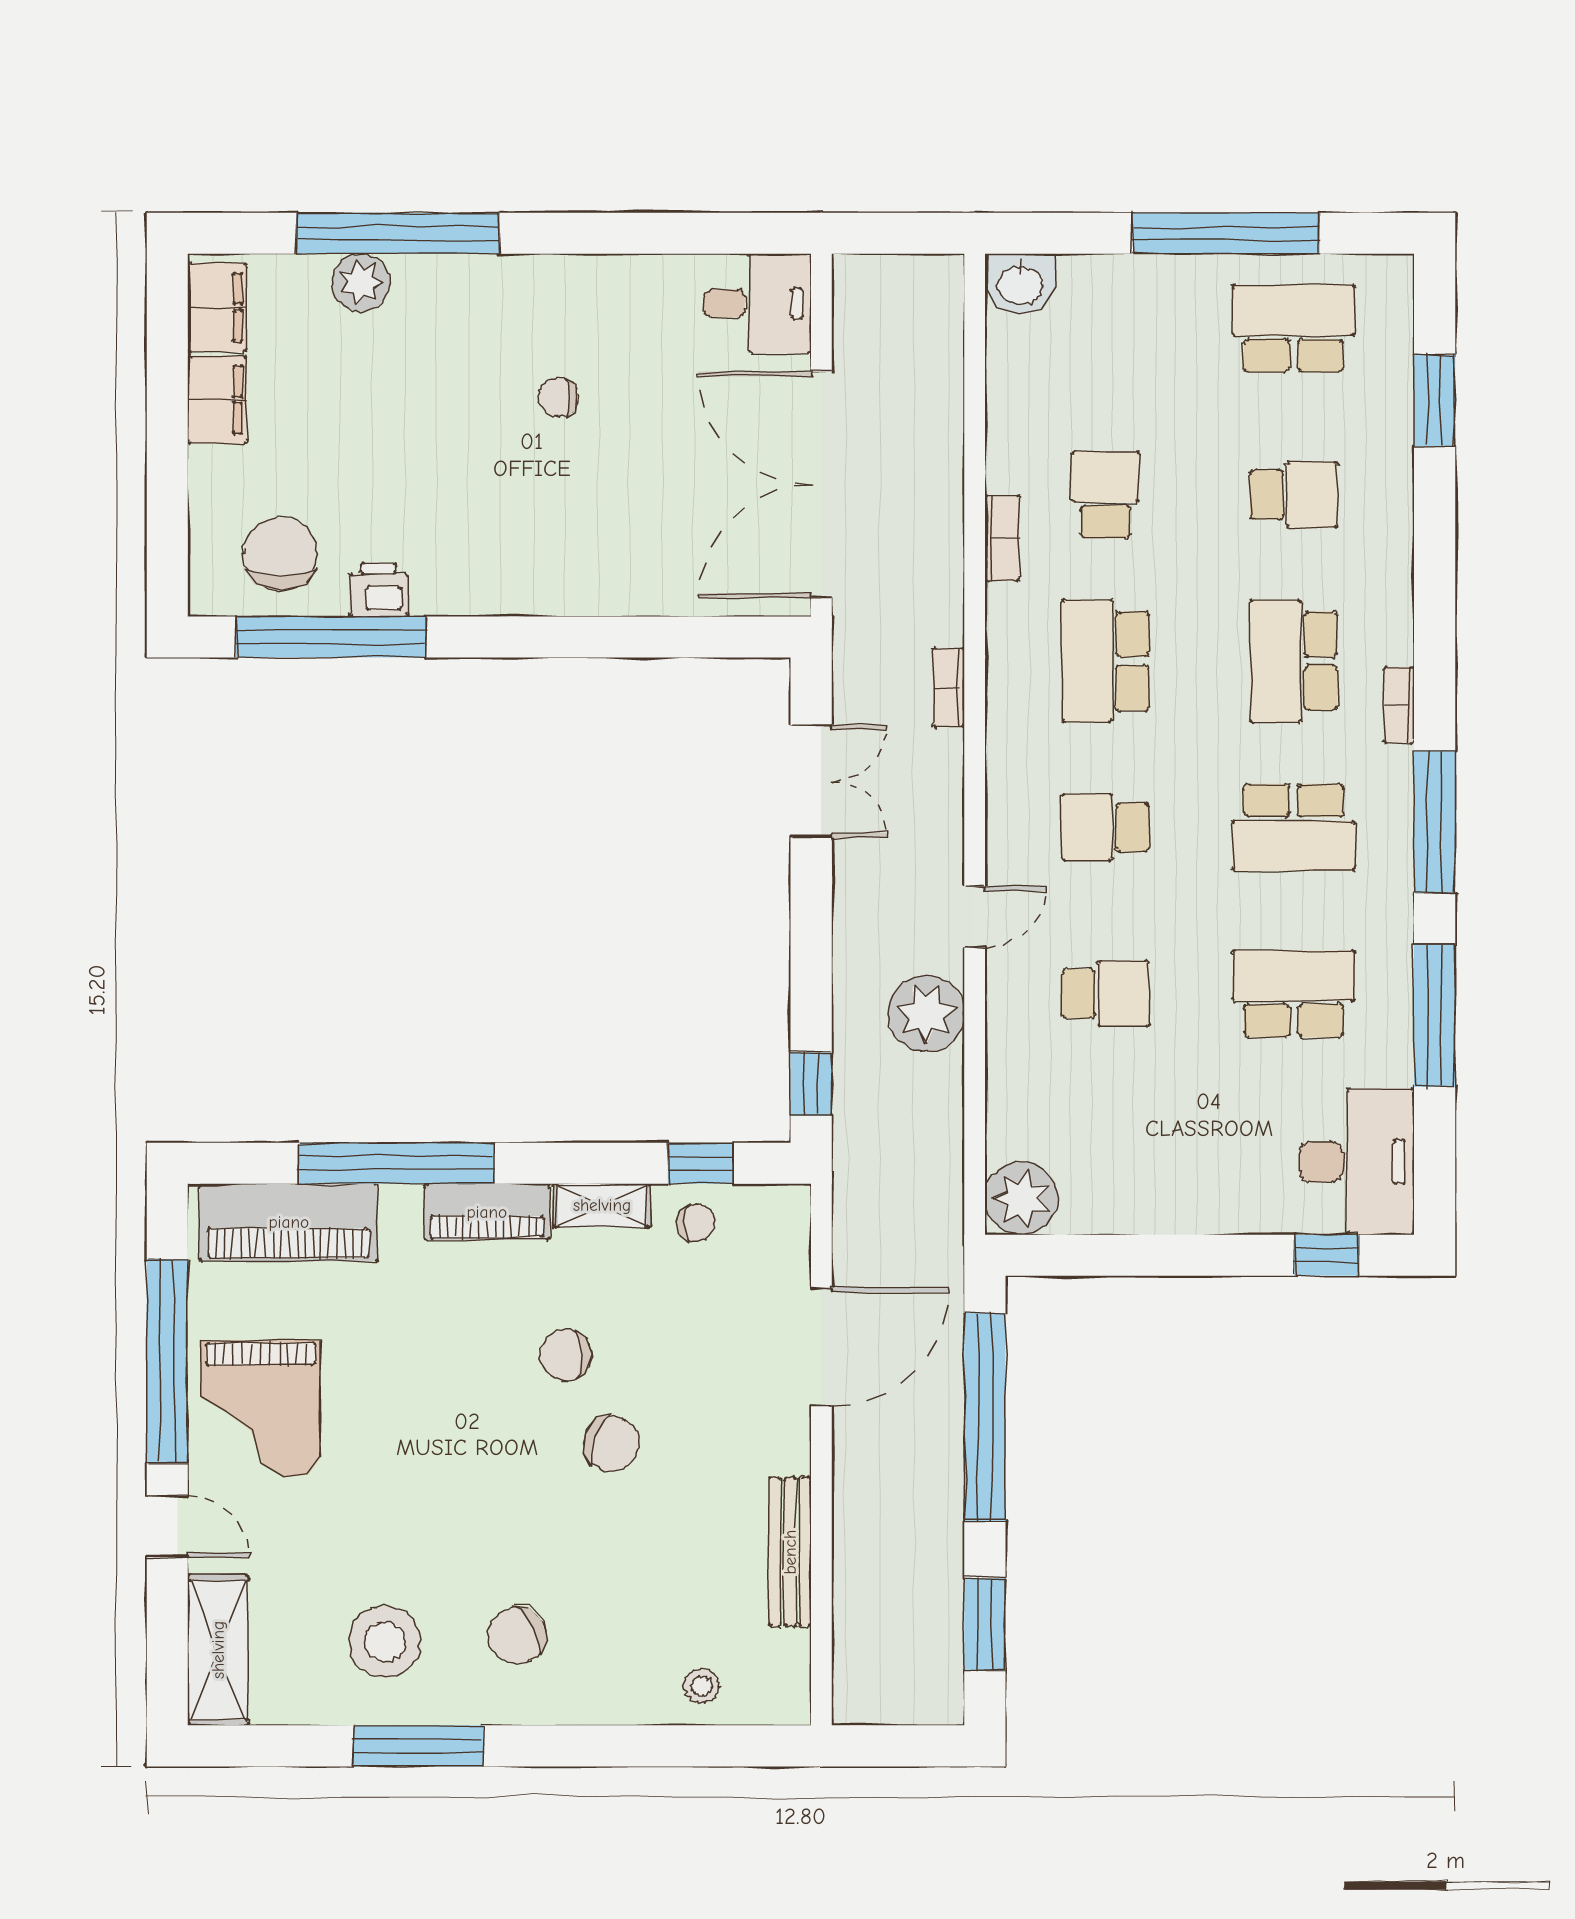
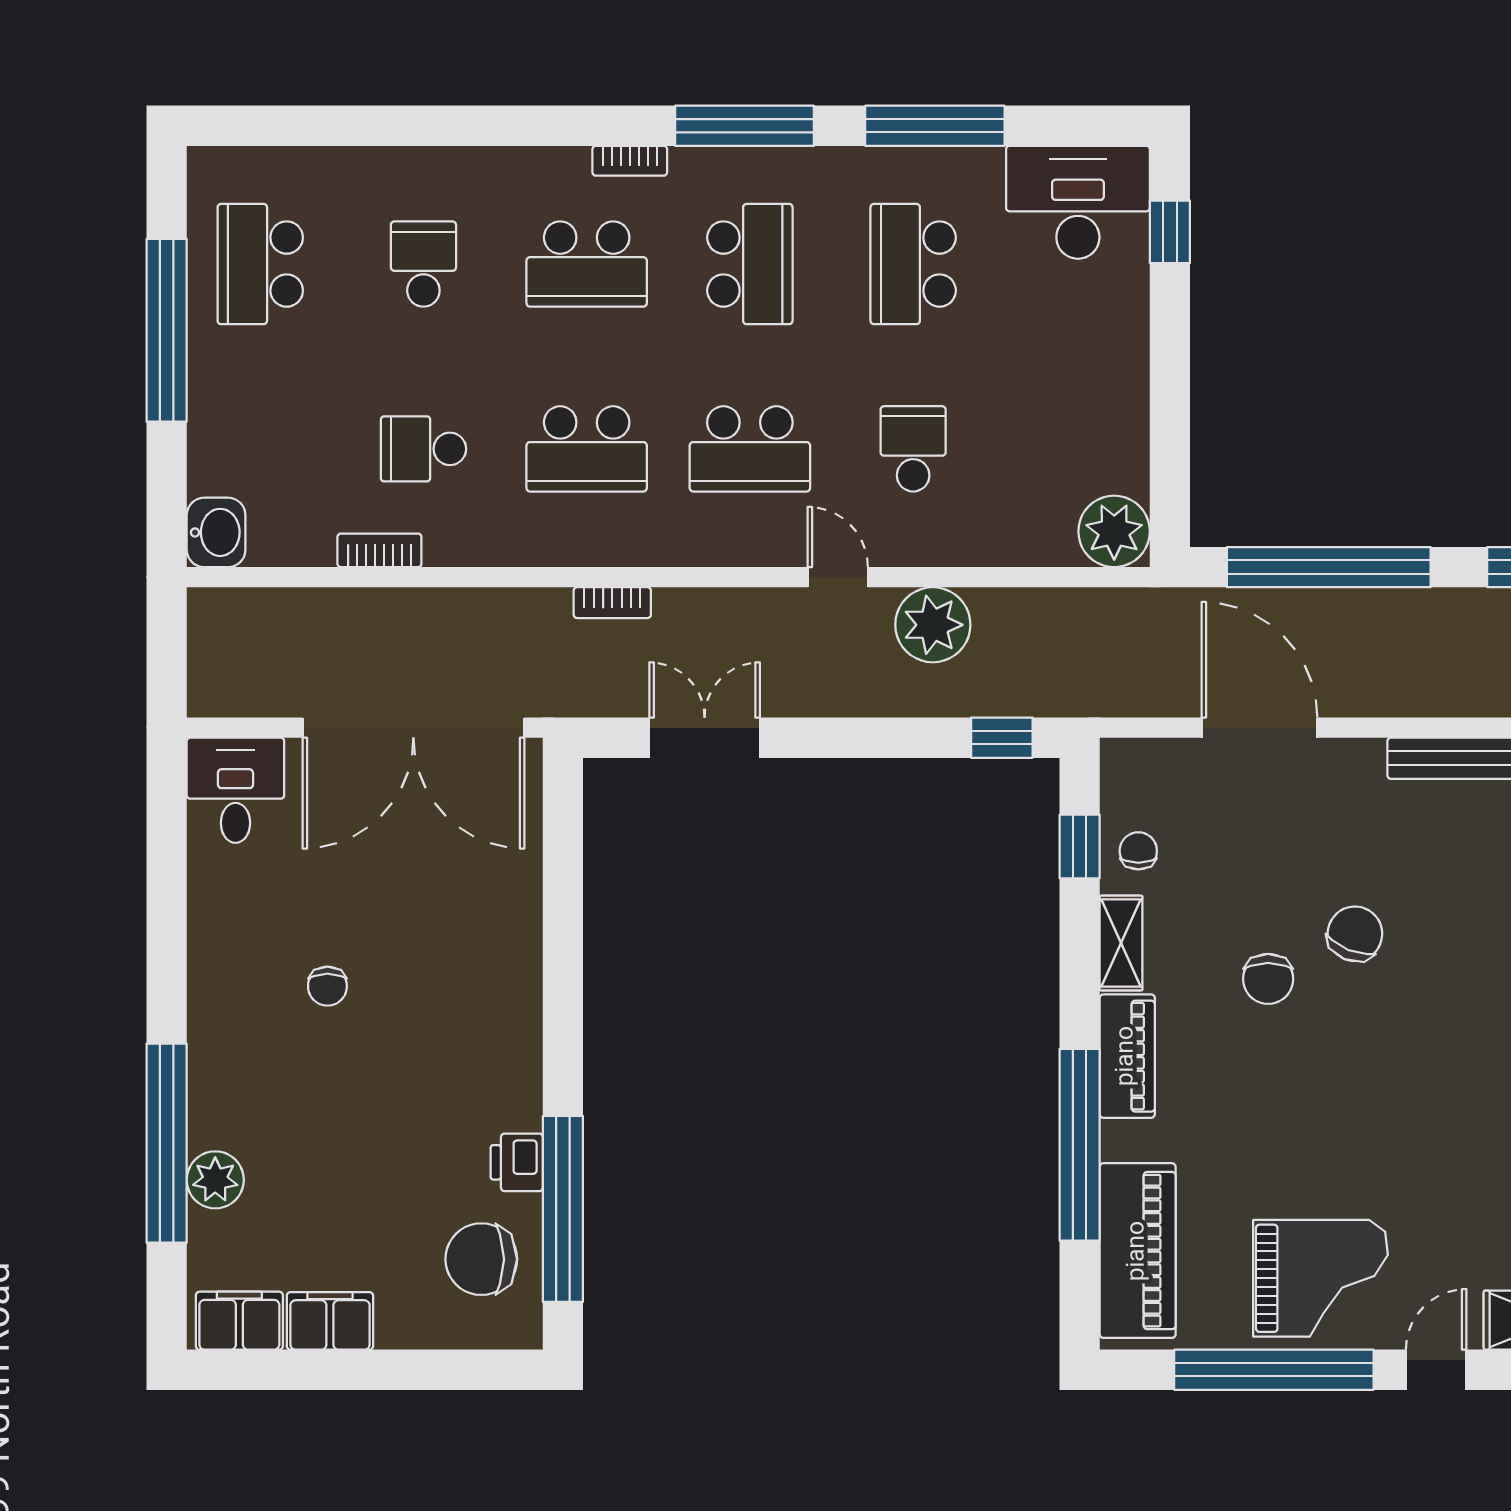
window: (1435, 401) -> (331, 126), removed
bookcase: (1002, 538) -> (379, 550), moved
school desk: (1105, 827) -> (750, 449), width x1.85

